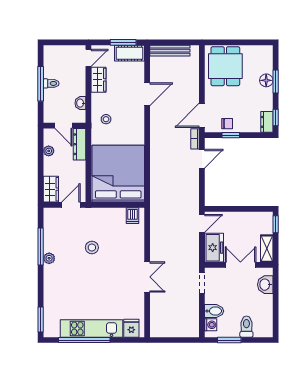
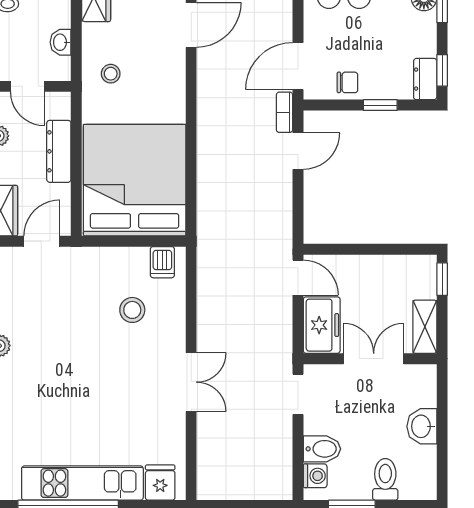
window: (231, 135) -> (380, 105), moved
dresser: (80, 144) -> (59, 151), moved
door: (202, 223) -> (298, 278), hinge flipped
stool: (92, 248) -> (132, 310), moved
washbasin: (265, 285) -> (422, 426), moved

